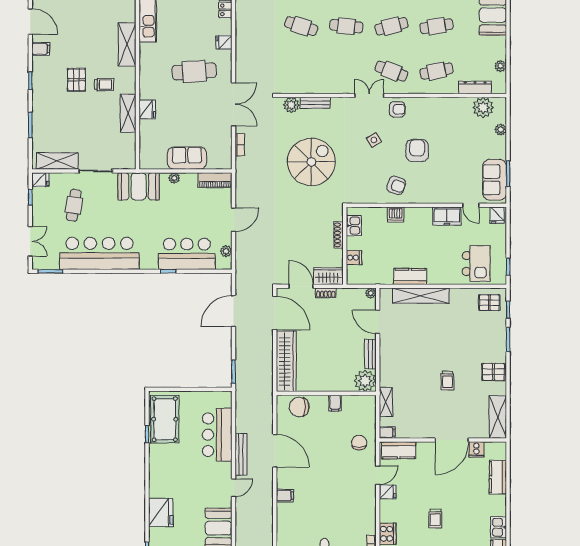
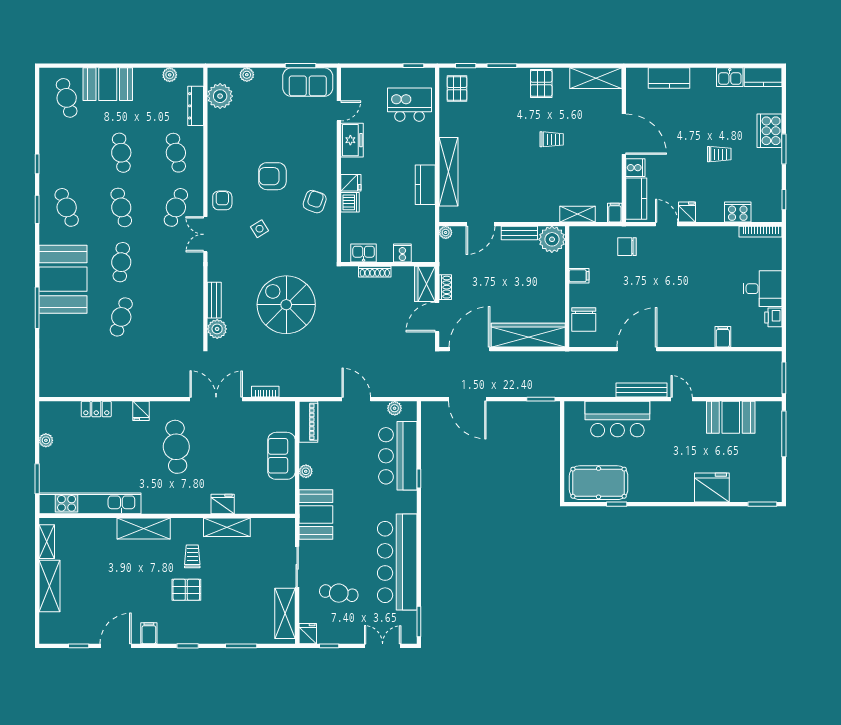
fridge: (497, 215) -> (351, 183), moved
cooker: (476, 449) -> (635, 168), moved
filing cabinet: (285, 496) -> (723, 337), moved

